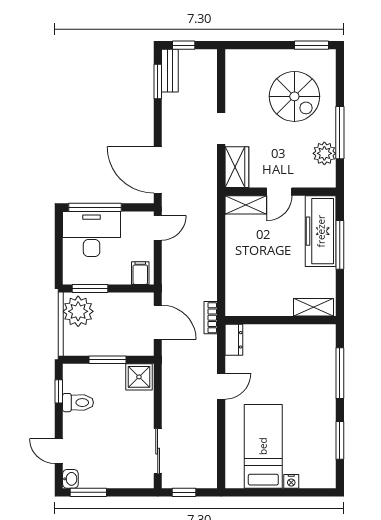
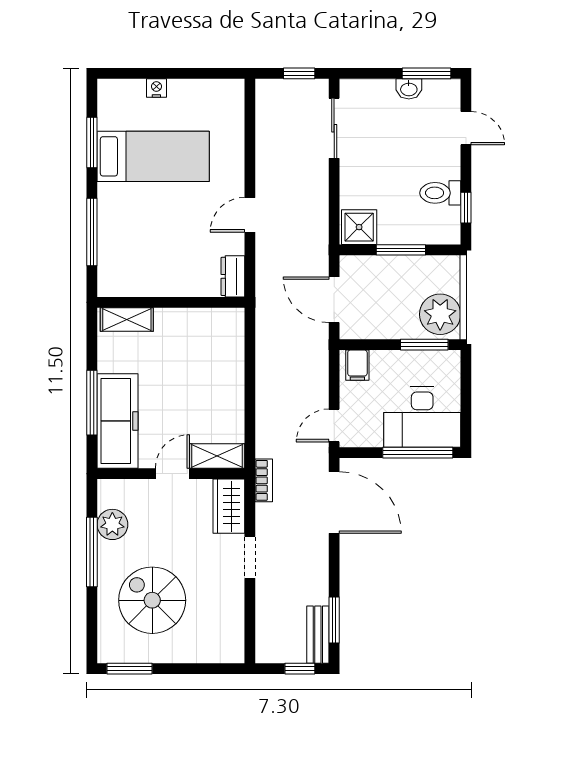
bookcase: (211, 318) -> (264, 480), moved
bed: (263, 446) -> (153, 156), moved, turned -90
washbasin: (70, 479) -> (409, 89), moved, turned -90

